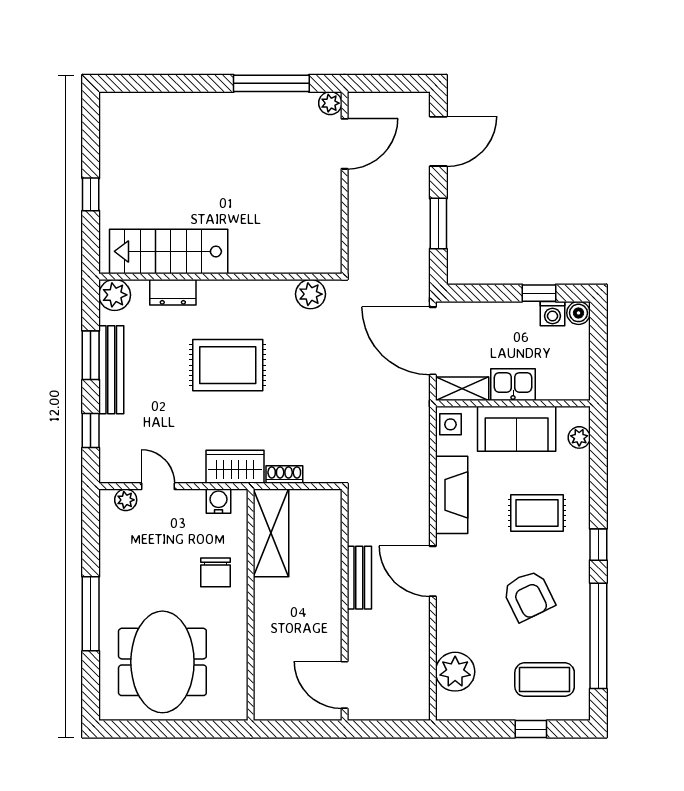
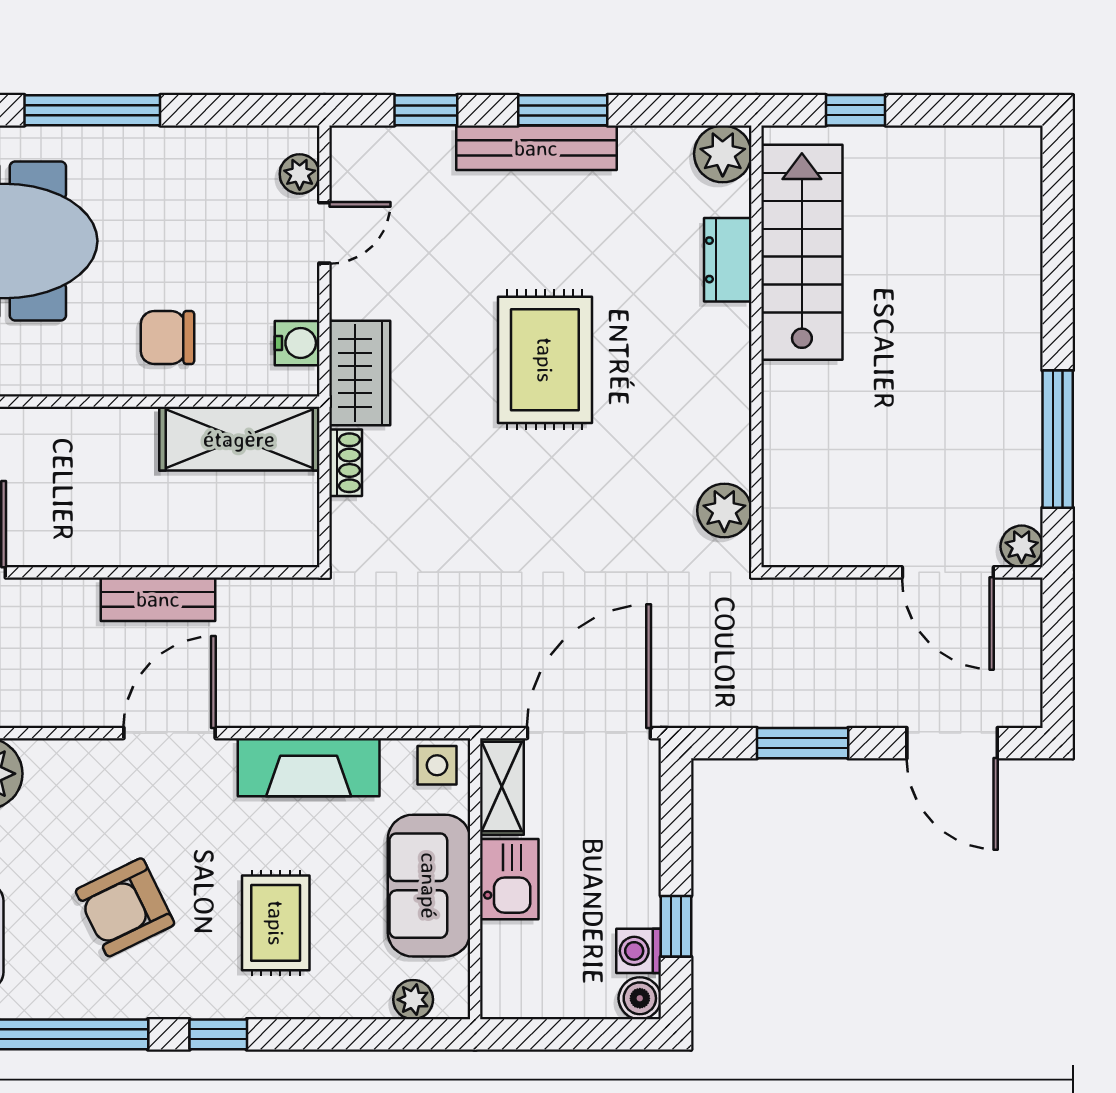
stairs: (169, 251) -> (802, 252), moved
wall: (220, 277) -> (756, 346), moved
dresser: (173, 292) -> (728, 260), moved
plant: (311, 294) -> (724, 510), moved
plant: (115, 295) -> (723, 154), moved

